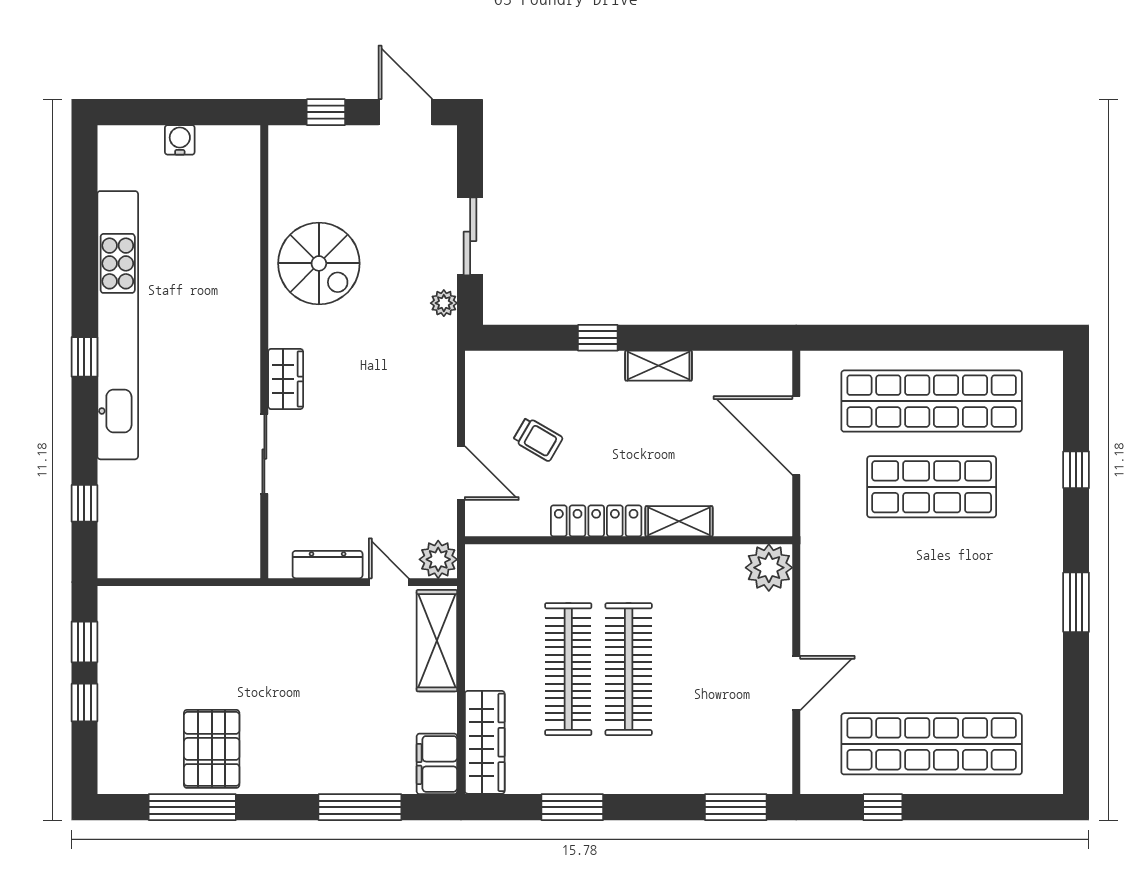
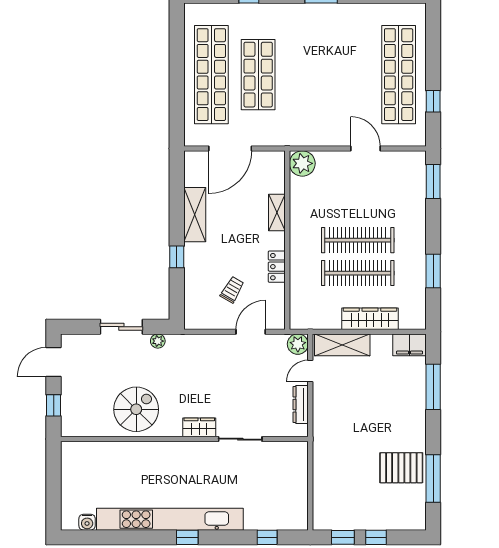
water cooler: (180, 140) -> (87, 522), moved, turned -90
shelving: (659, 366) -> (195, 215), width x1.50, depth x1.33
locker: (596, 521) -> (277, 267), width x0.66
wardrobe: (485, 742) -> (370, 319), moved

